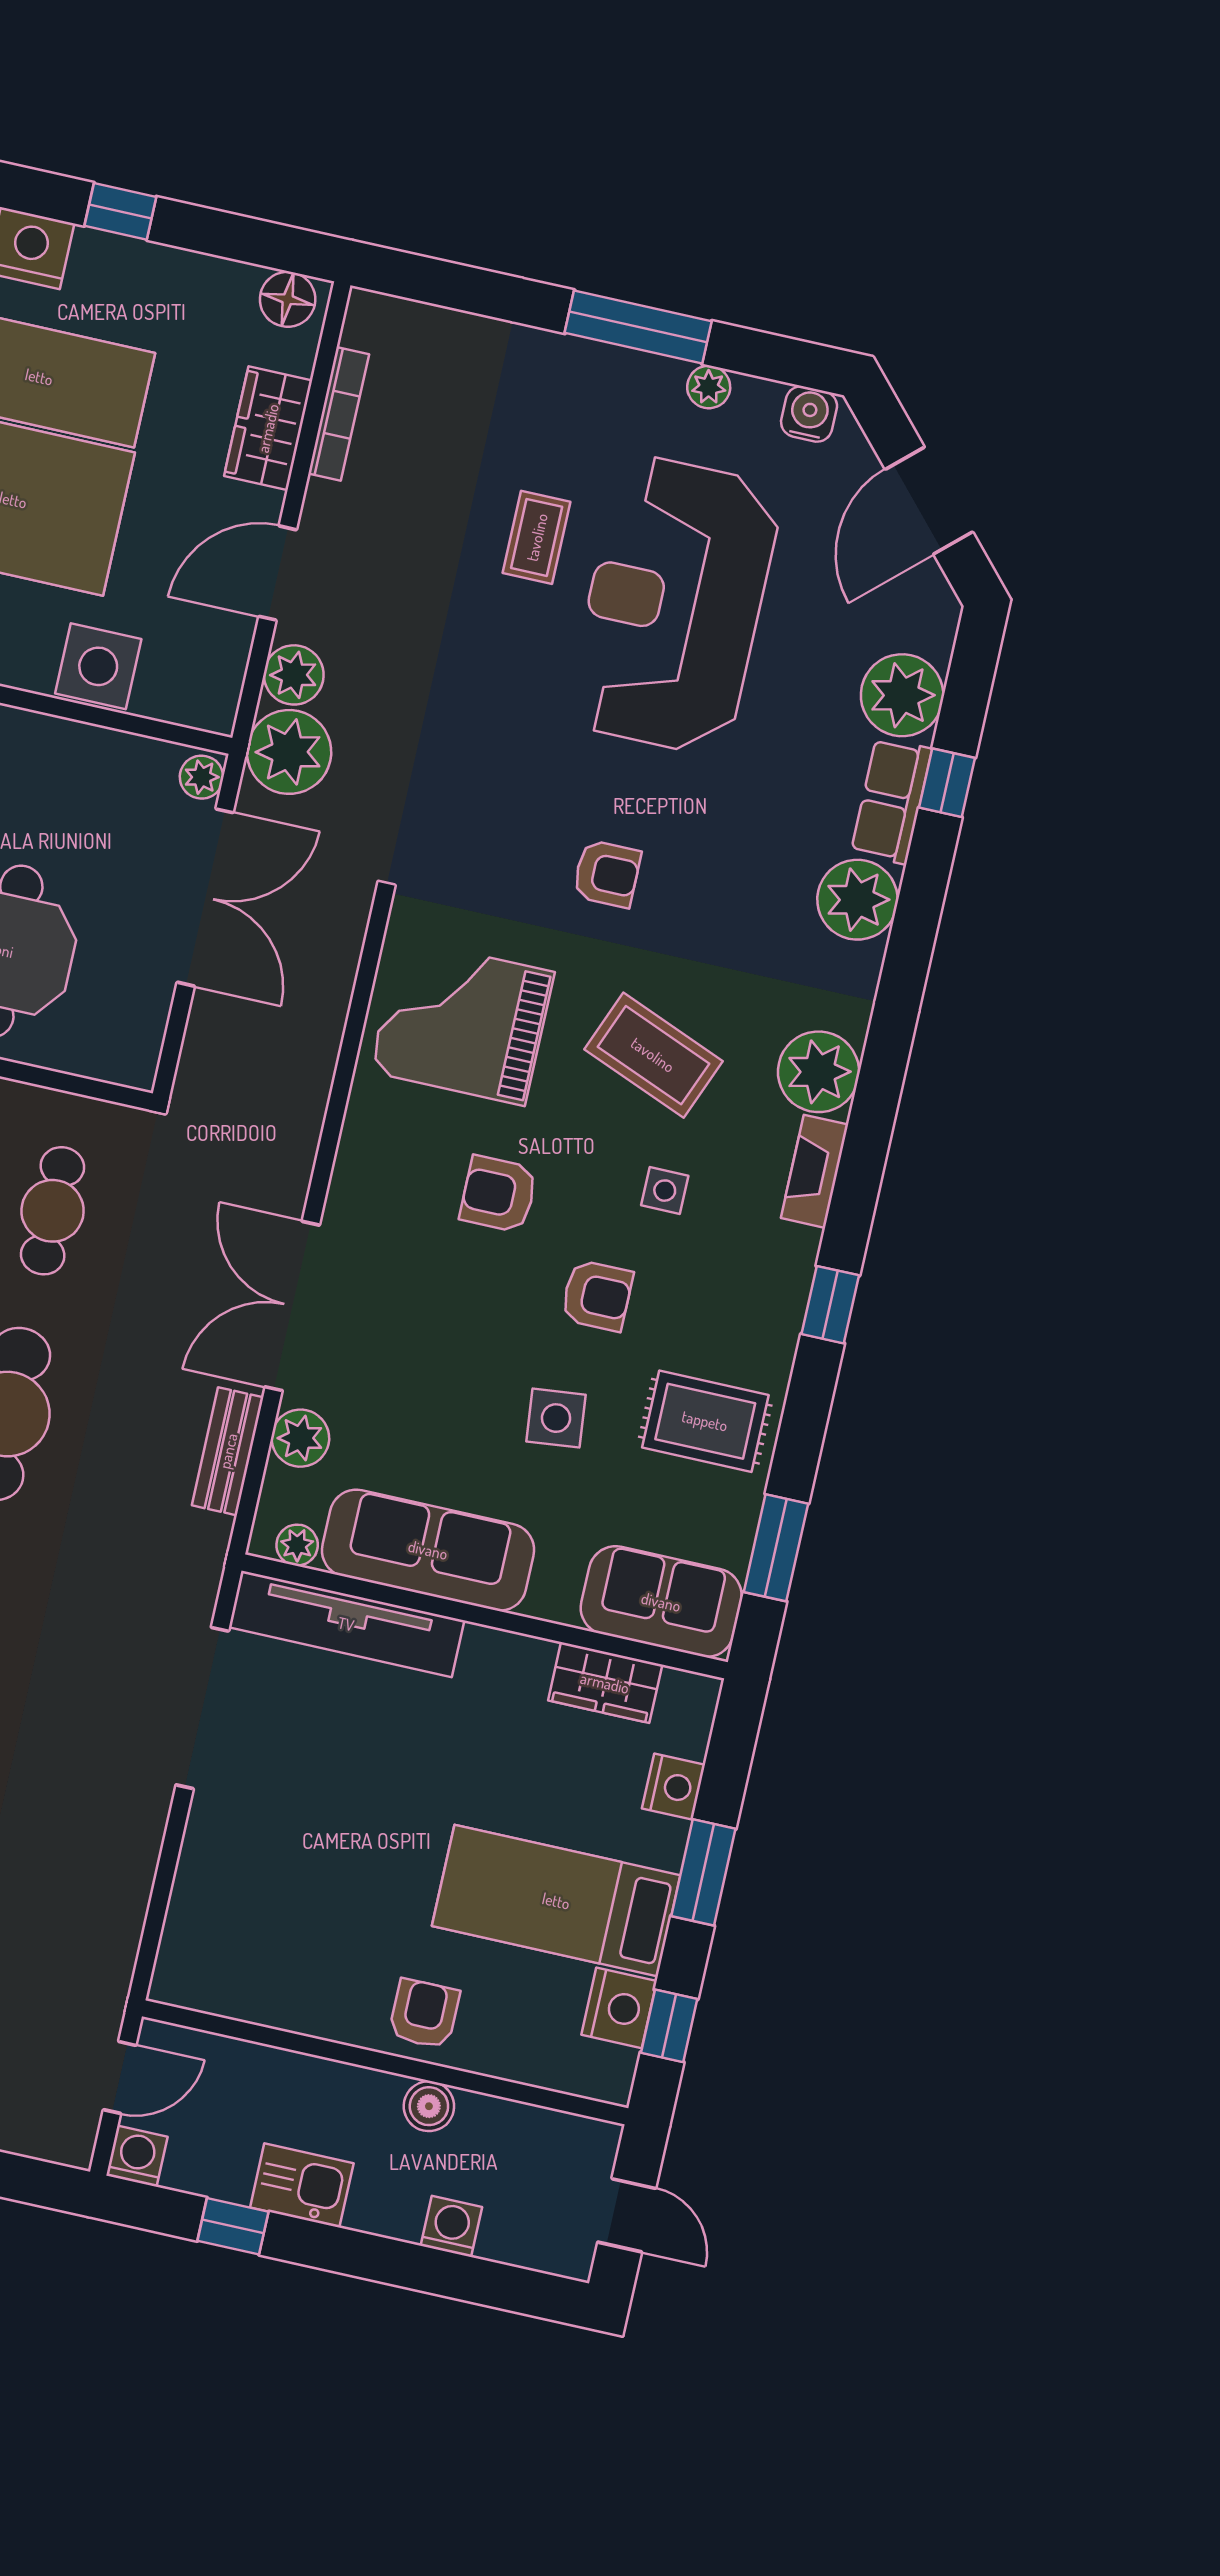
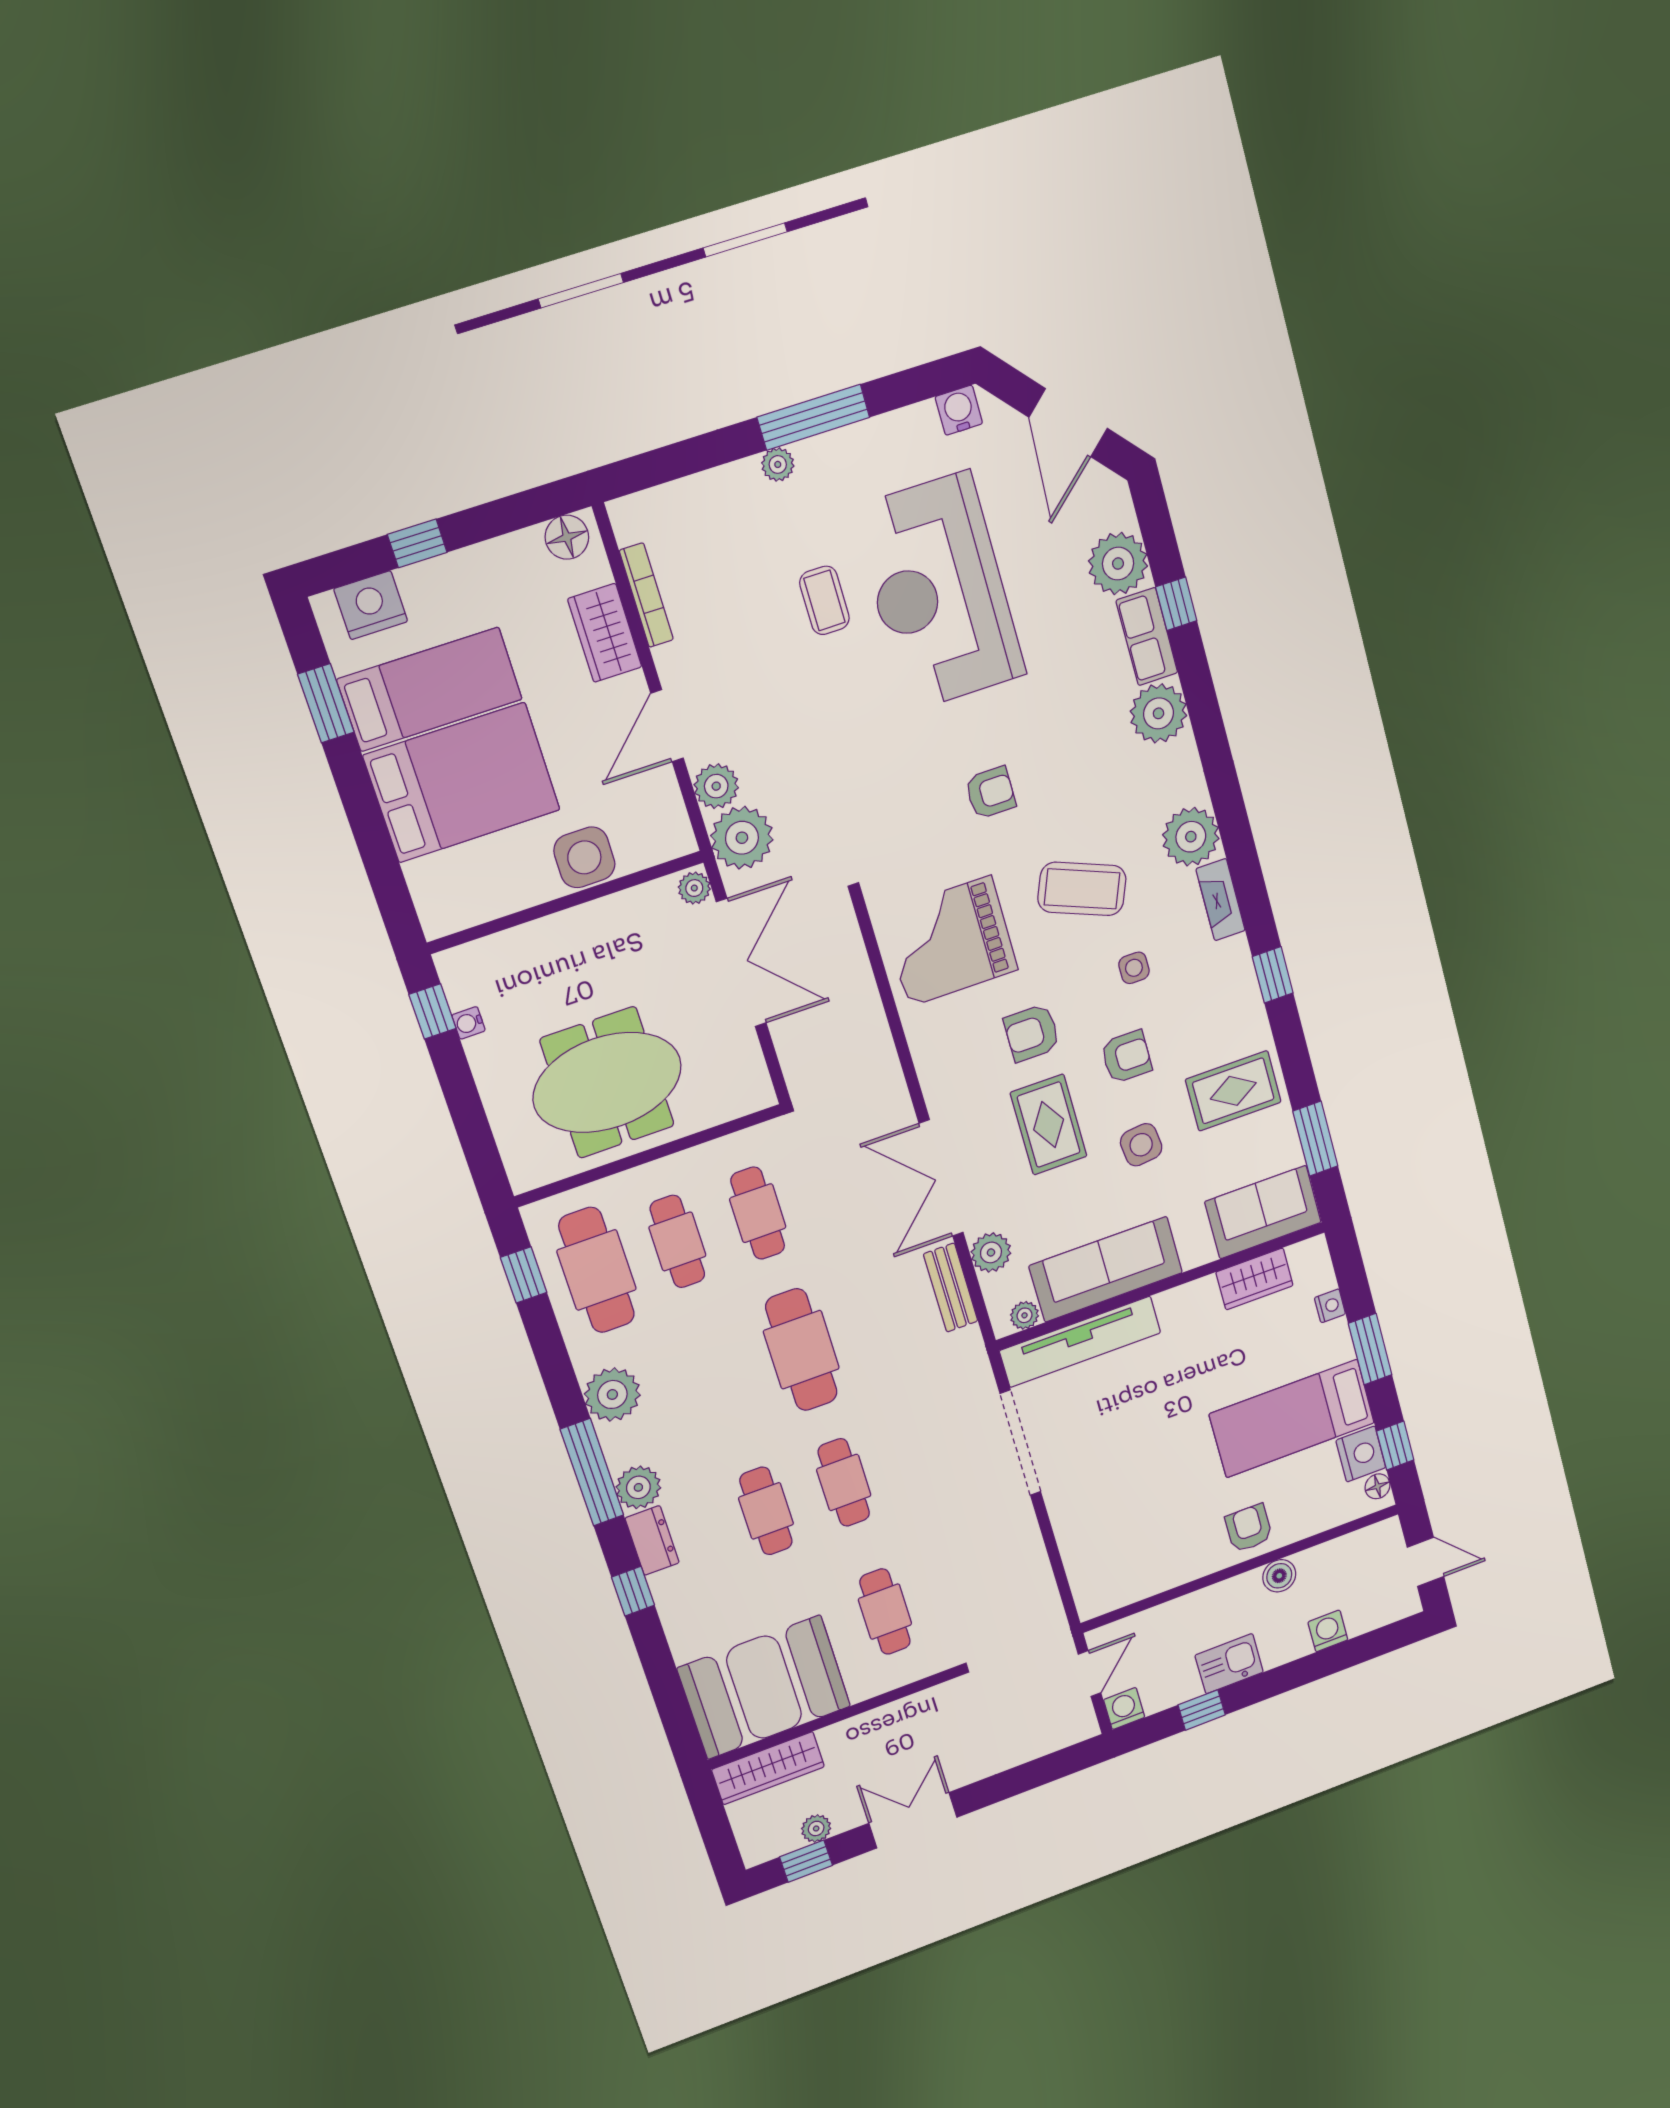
plant: (709, 387) -> (778, 464), moved
rug: (457, 1321) -> (1049, 1125), added
nightstand: (674, 1787) -> (1330, 1306), width x0.72, depth x0.74
floor lamp: (618, 2067) -> (1378, 1486), added

